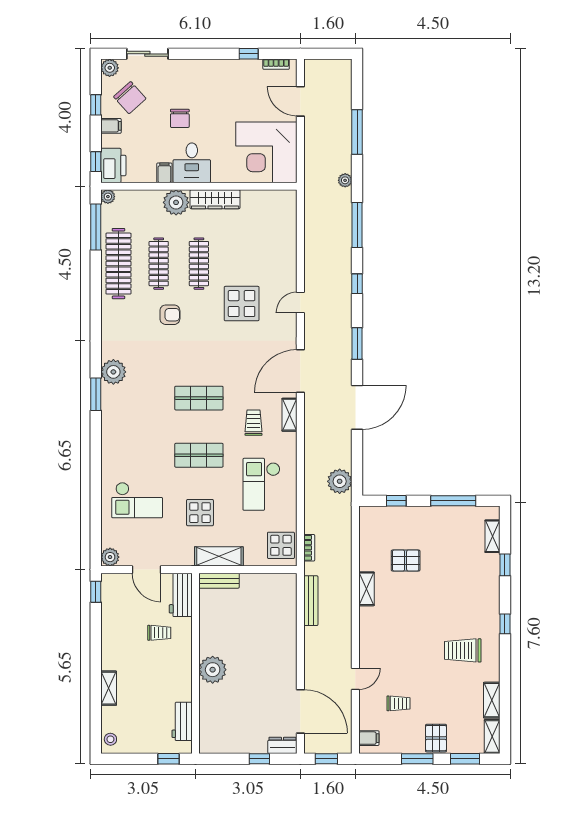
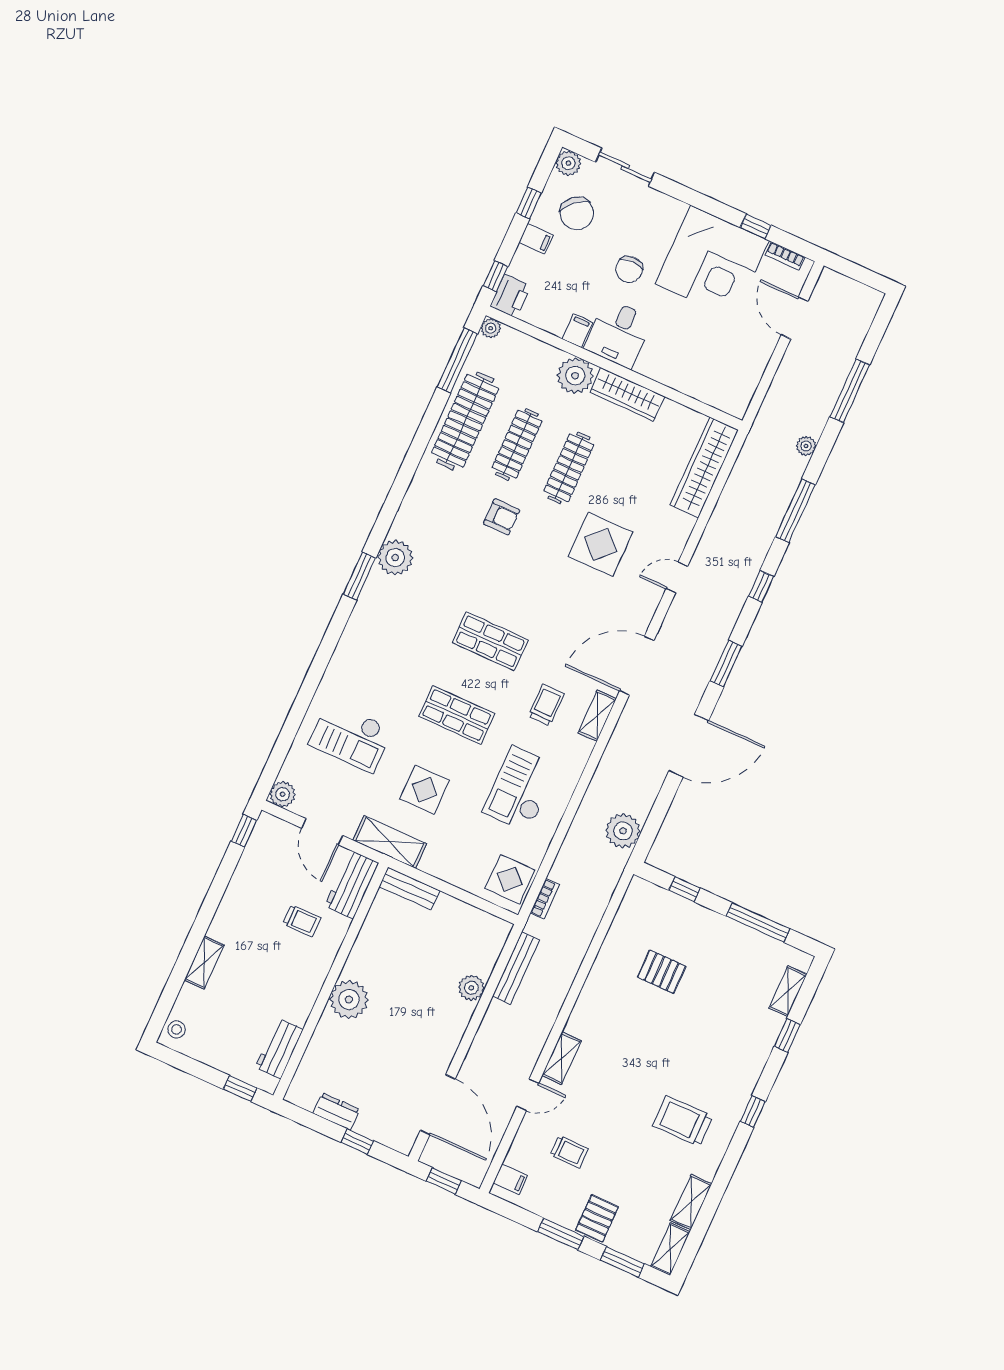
corner desk: (266, 152) -> (712, 262), moved, turned -90
printer: (113, 165) -> (511, 296), width x0.73, depth x0.84
wardrobe: (286, 224) -> (704, 467), added
shelving: (219, 556) -> (390, 842), moved
shelving: (366, 589) -> (562, 1058), moved
plant: (288, 626) -> (471, 988), added
dresser: (282, 745) -> (336, 1111), moved

